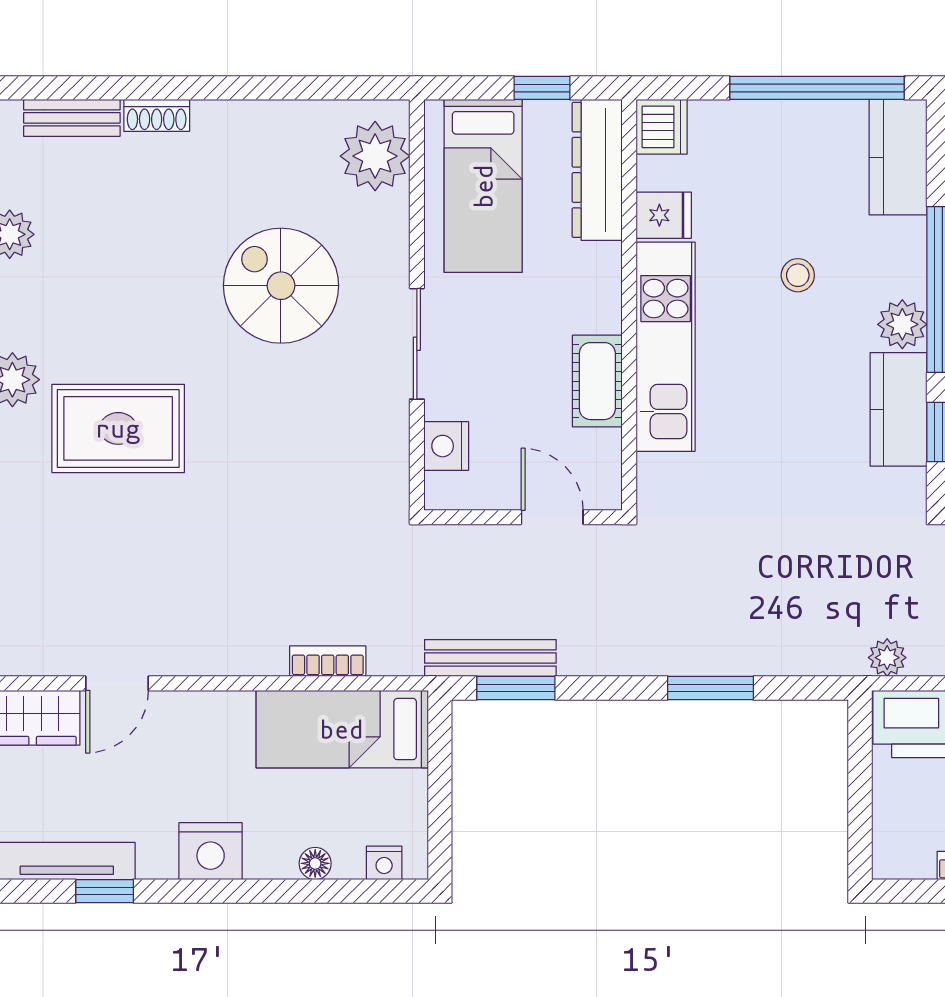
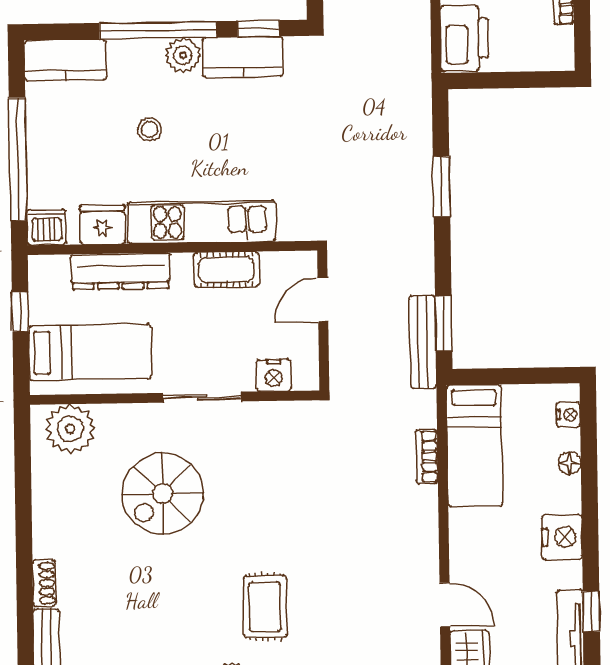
window: (817, 88) -> (18, 159), moved
dresser: (597, 170) -> (121, 271), moved
fridge: (664, 215) -> (102, 225), width x1.38
rug: (118, 428) -> (265, 607), width x0.73, depth x0.70
plant: (887, 658) -> (418, 62), removed

